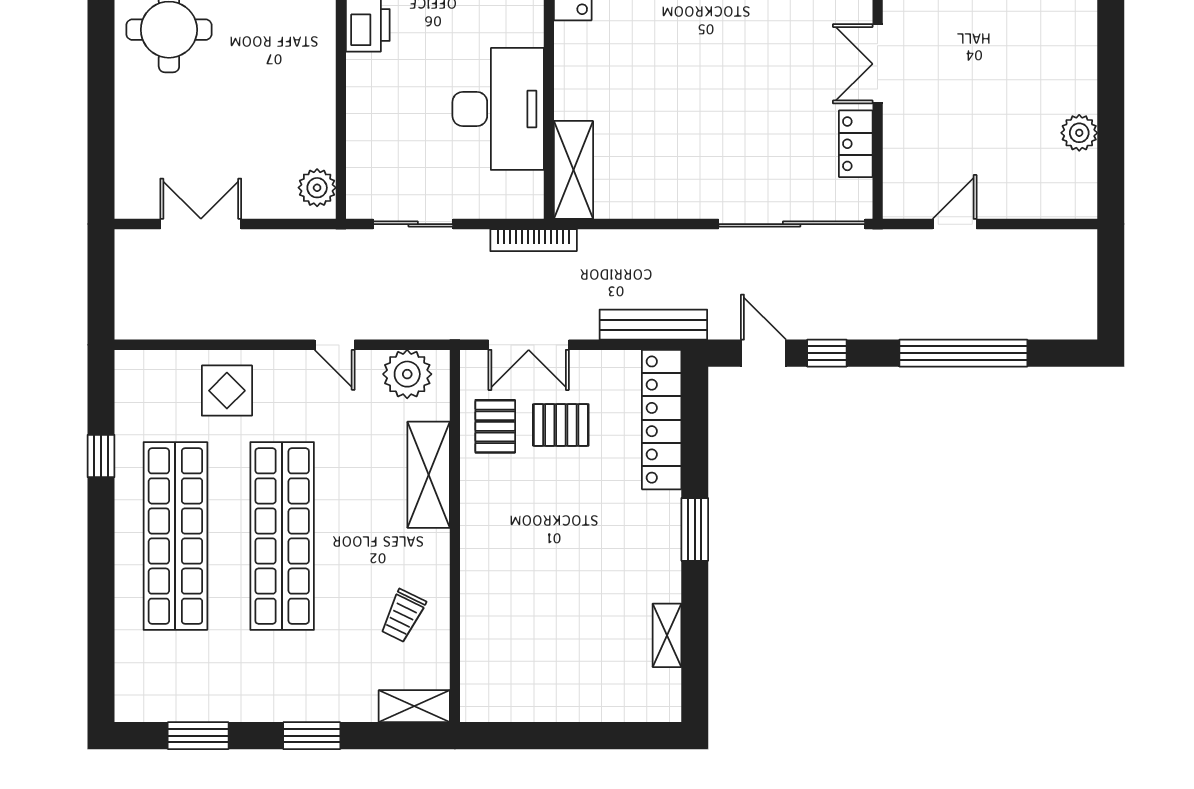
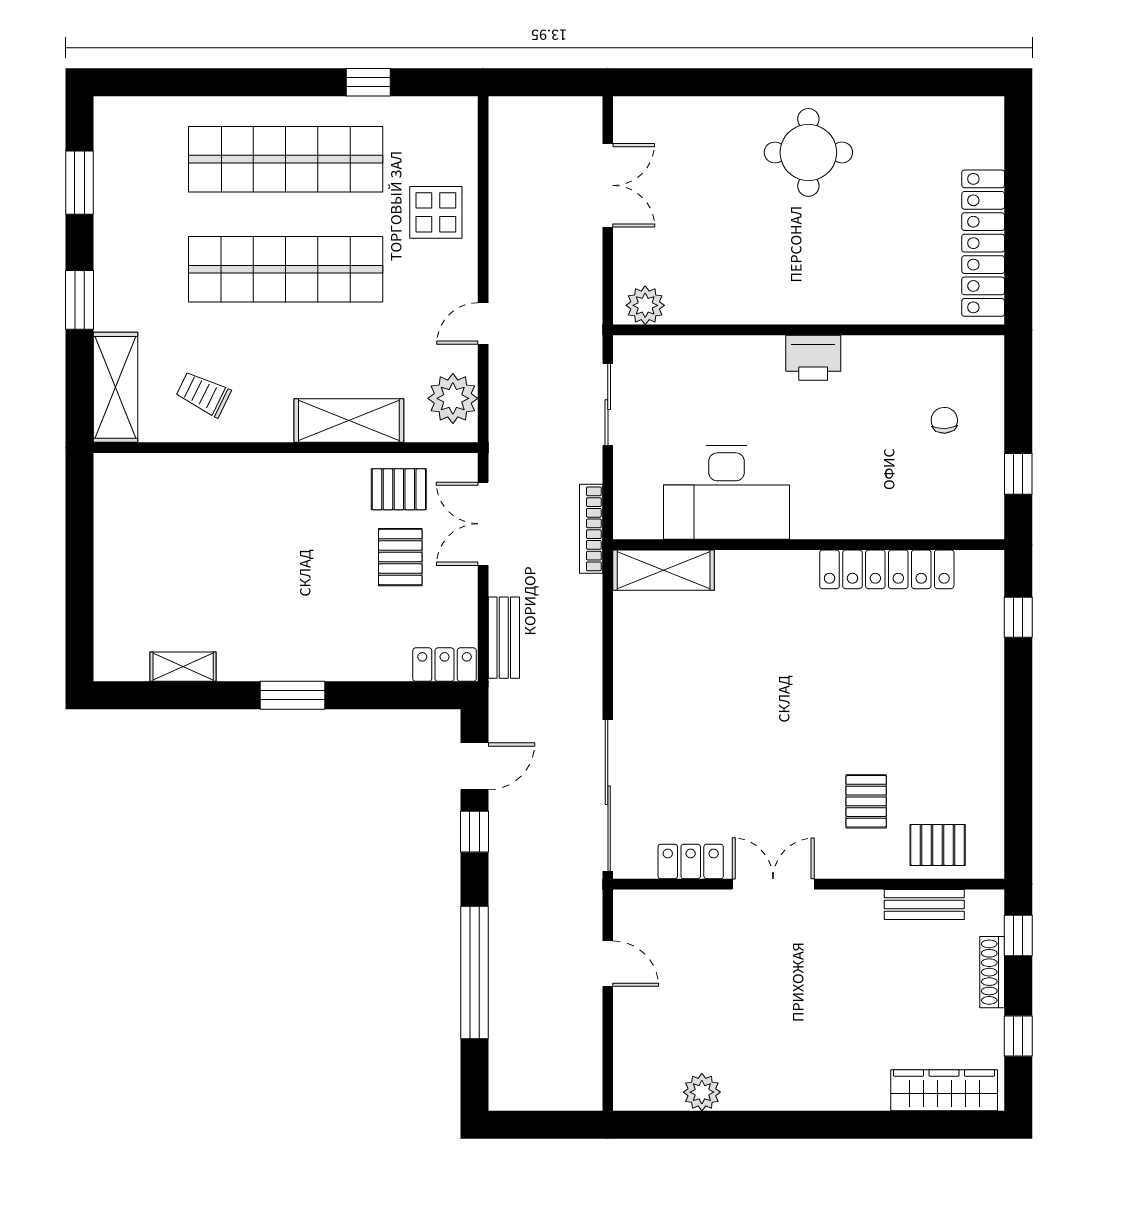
bench: (653, 325) -> (504, 638), width x0.73
locker: (662, 420) -> (445, 665), width x0.46, depth x0.83
shelving: (414, 706) -> (115, 387), width x1.50, depth x1.33

